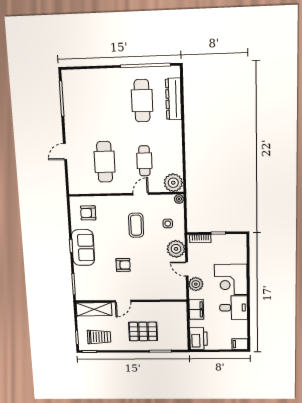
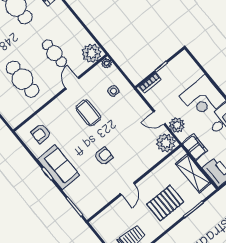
plant: (176, 249) -> (166, 143), moved
shelving: (94, 309) -> (193, 174), moved, turned 90

